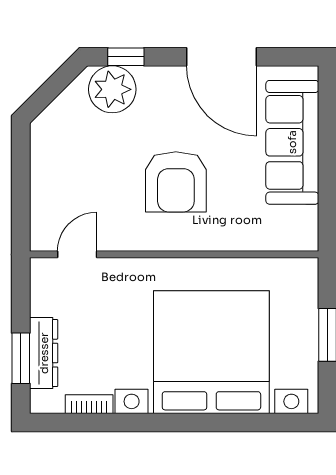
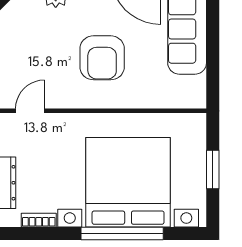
window: (203, 423) -> (122, 234), added

